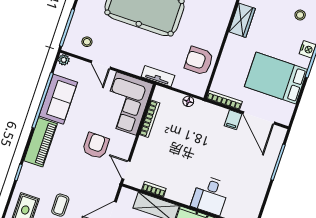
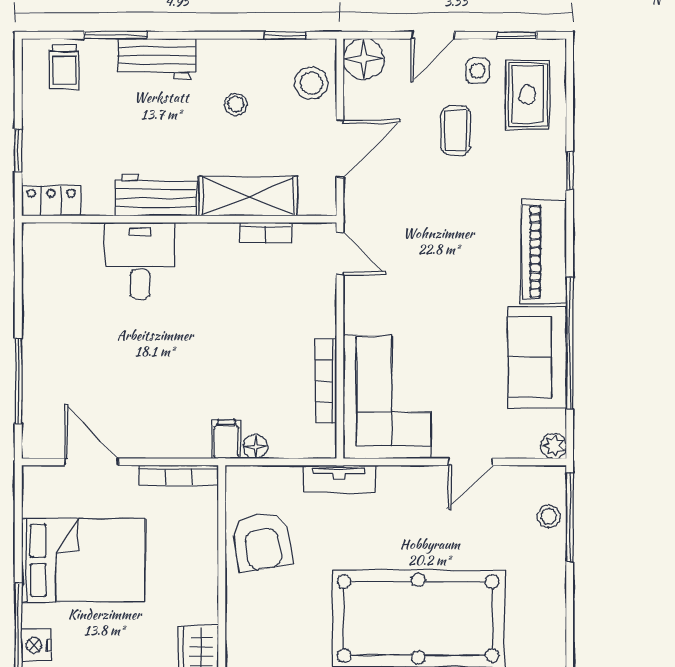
stool: (87, 42) -> (549, 516), moved
armchair: (199, 61) -> (262, 542), turned 81
door: (101, 65) -> (470, 462), swing flipped
door: (259, 118) -> (92, 462), width x0.73
filing cabinet: (233, 120) -> (226, 439), moved
armchair: (96, 146) -> (422, 284), removed

